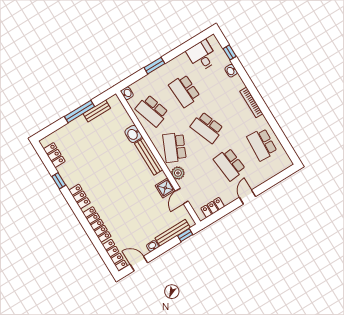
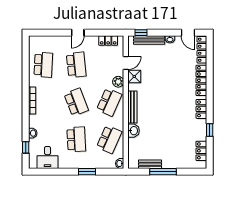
school desk: (152, 111) -> (109, 139), turned 42

